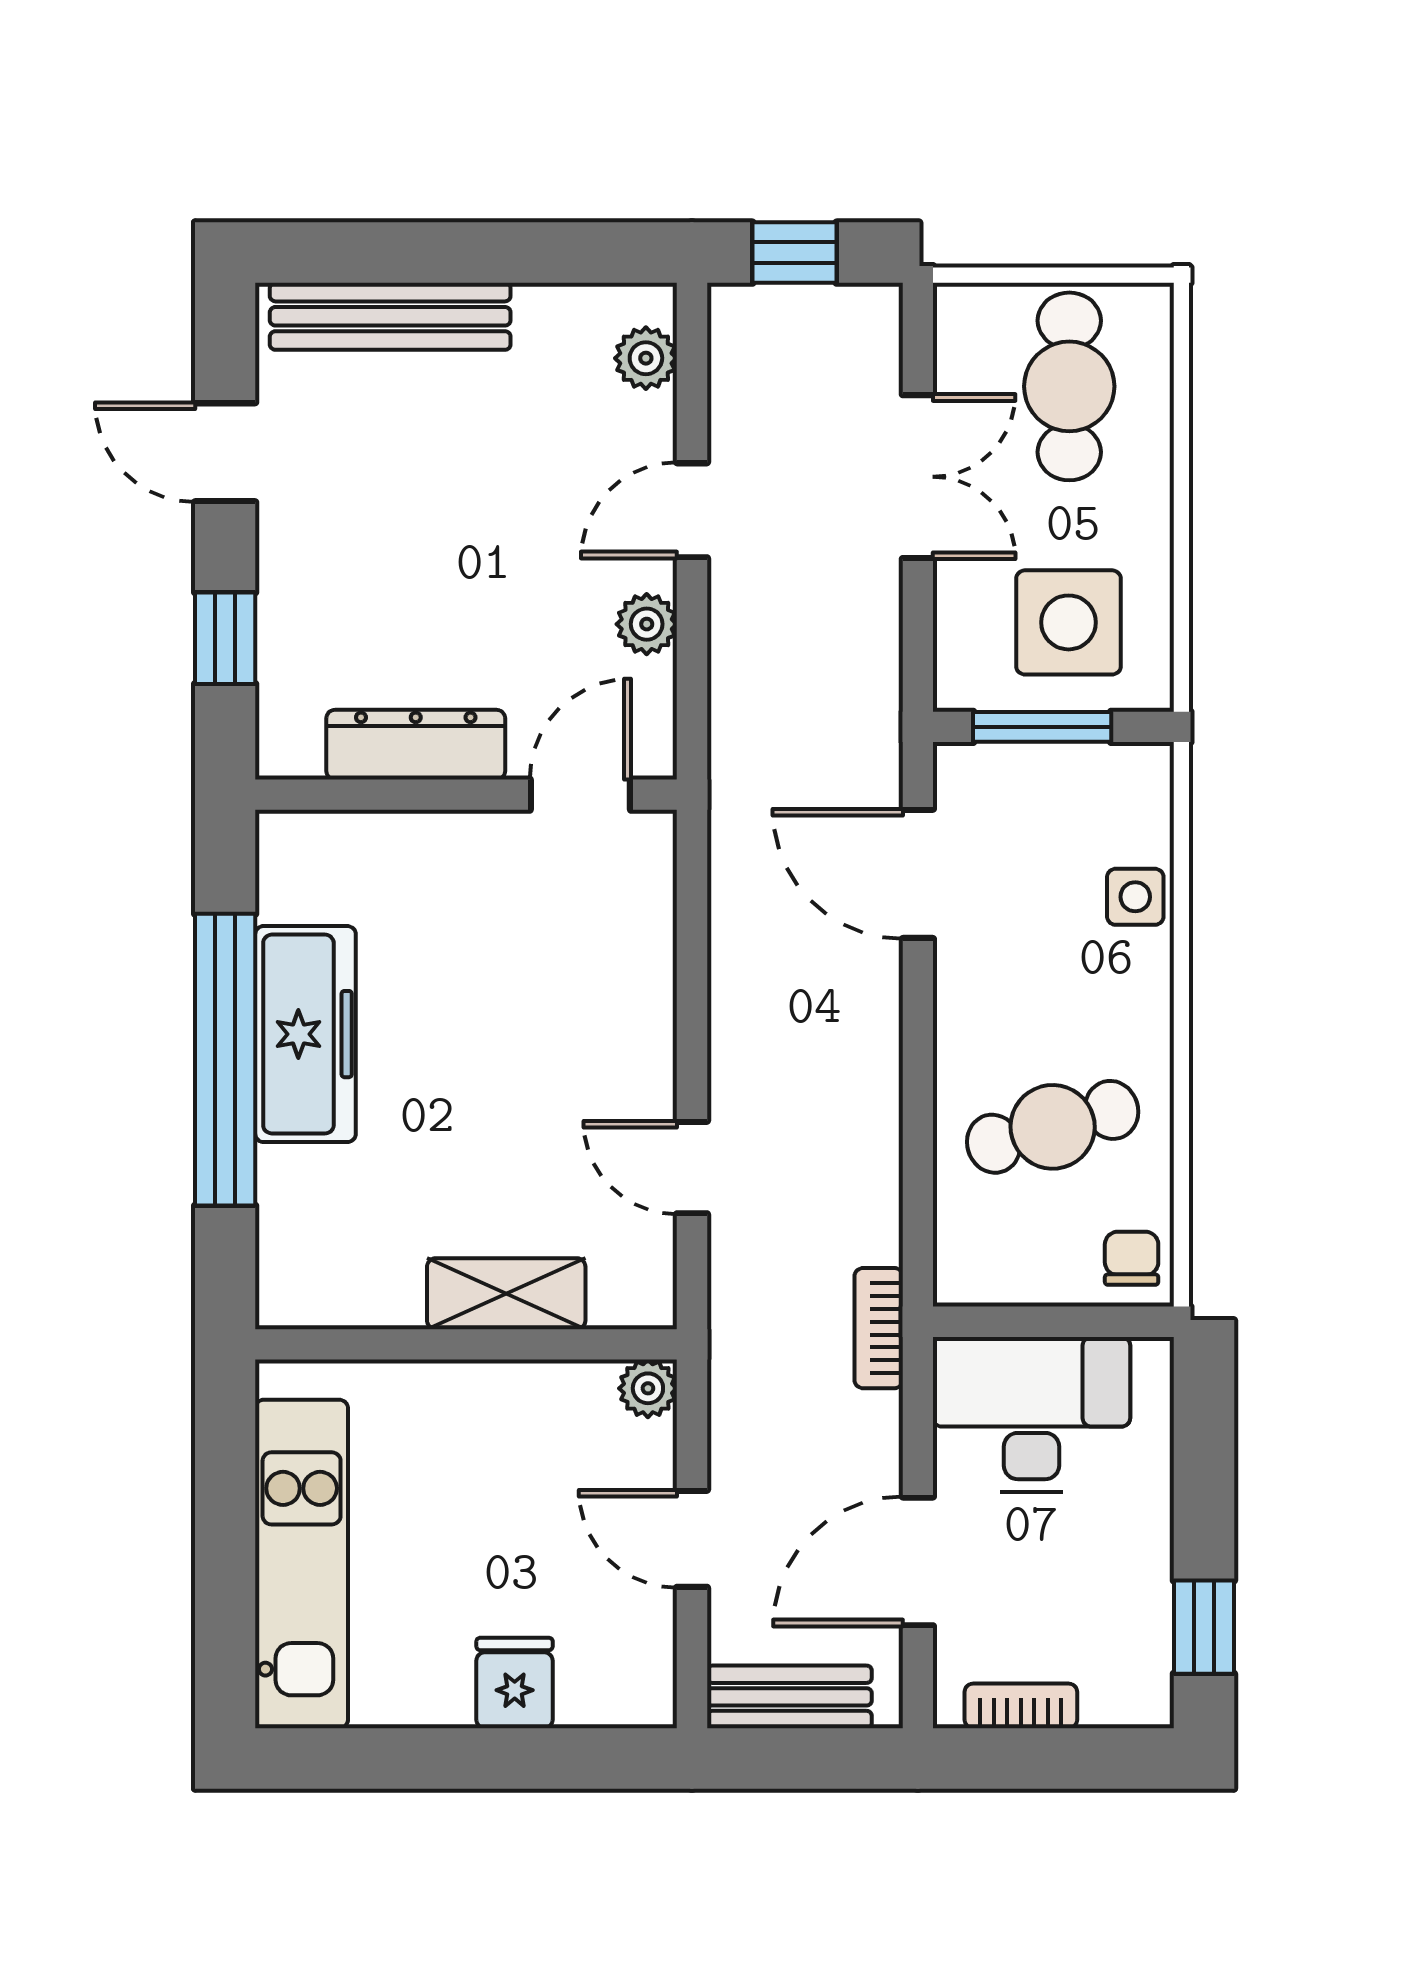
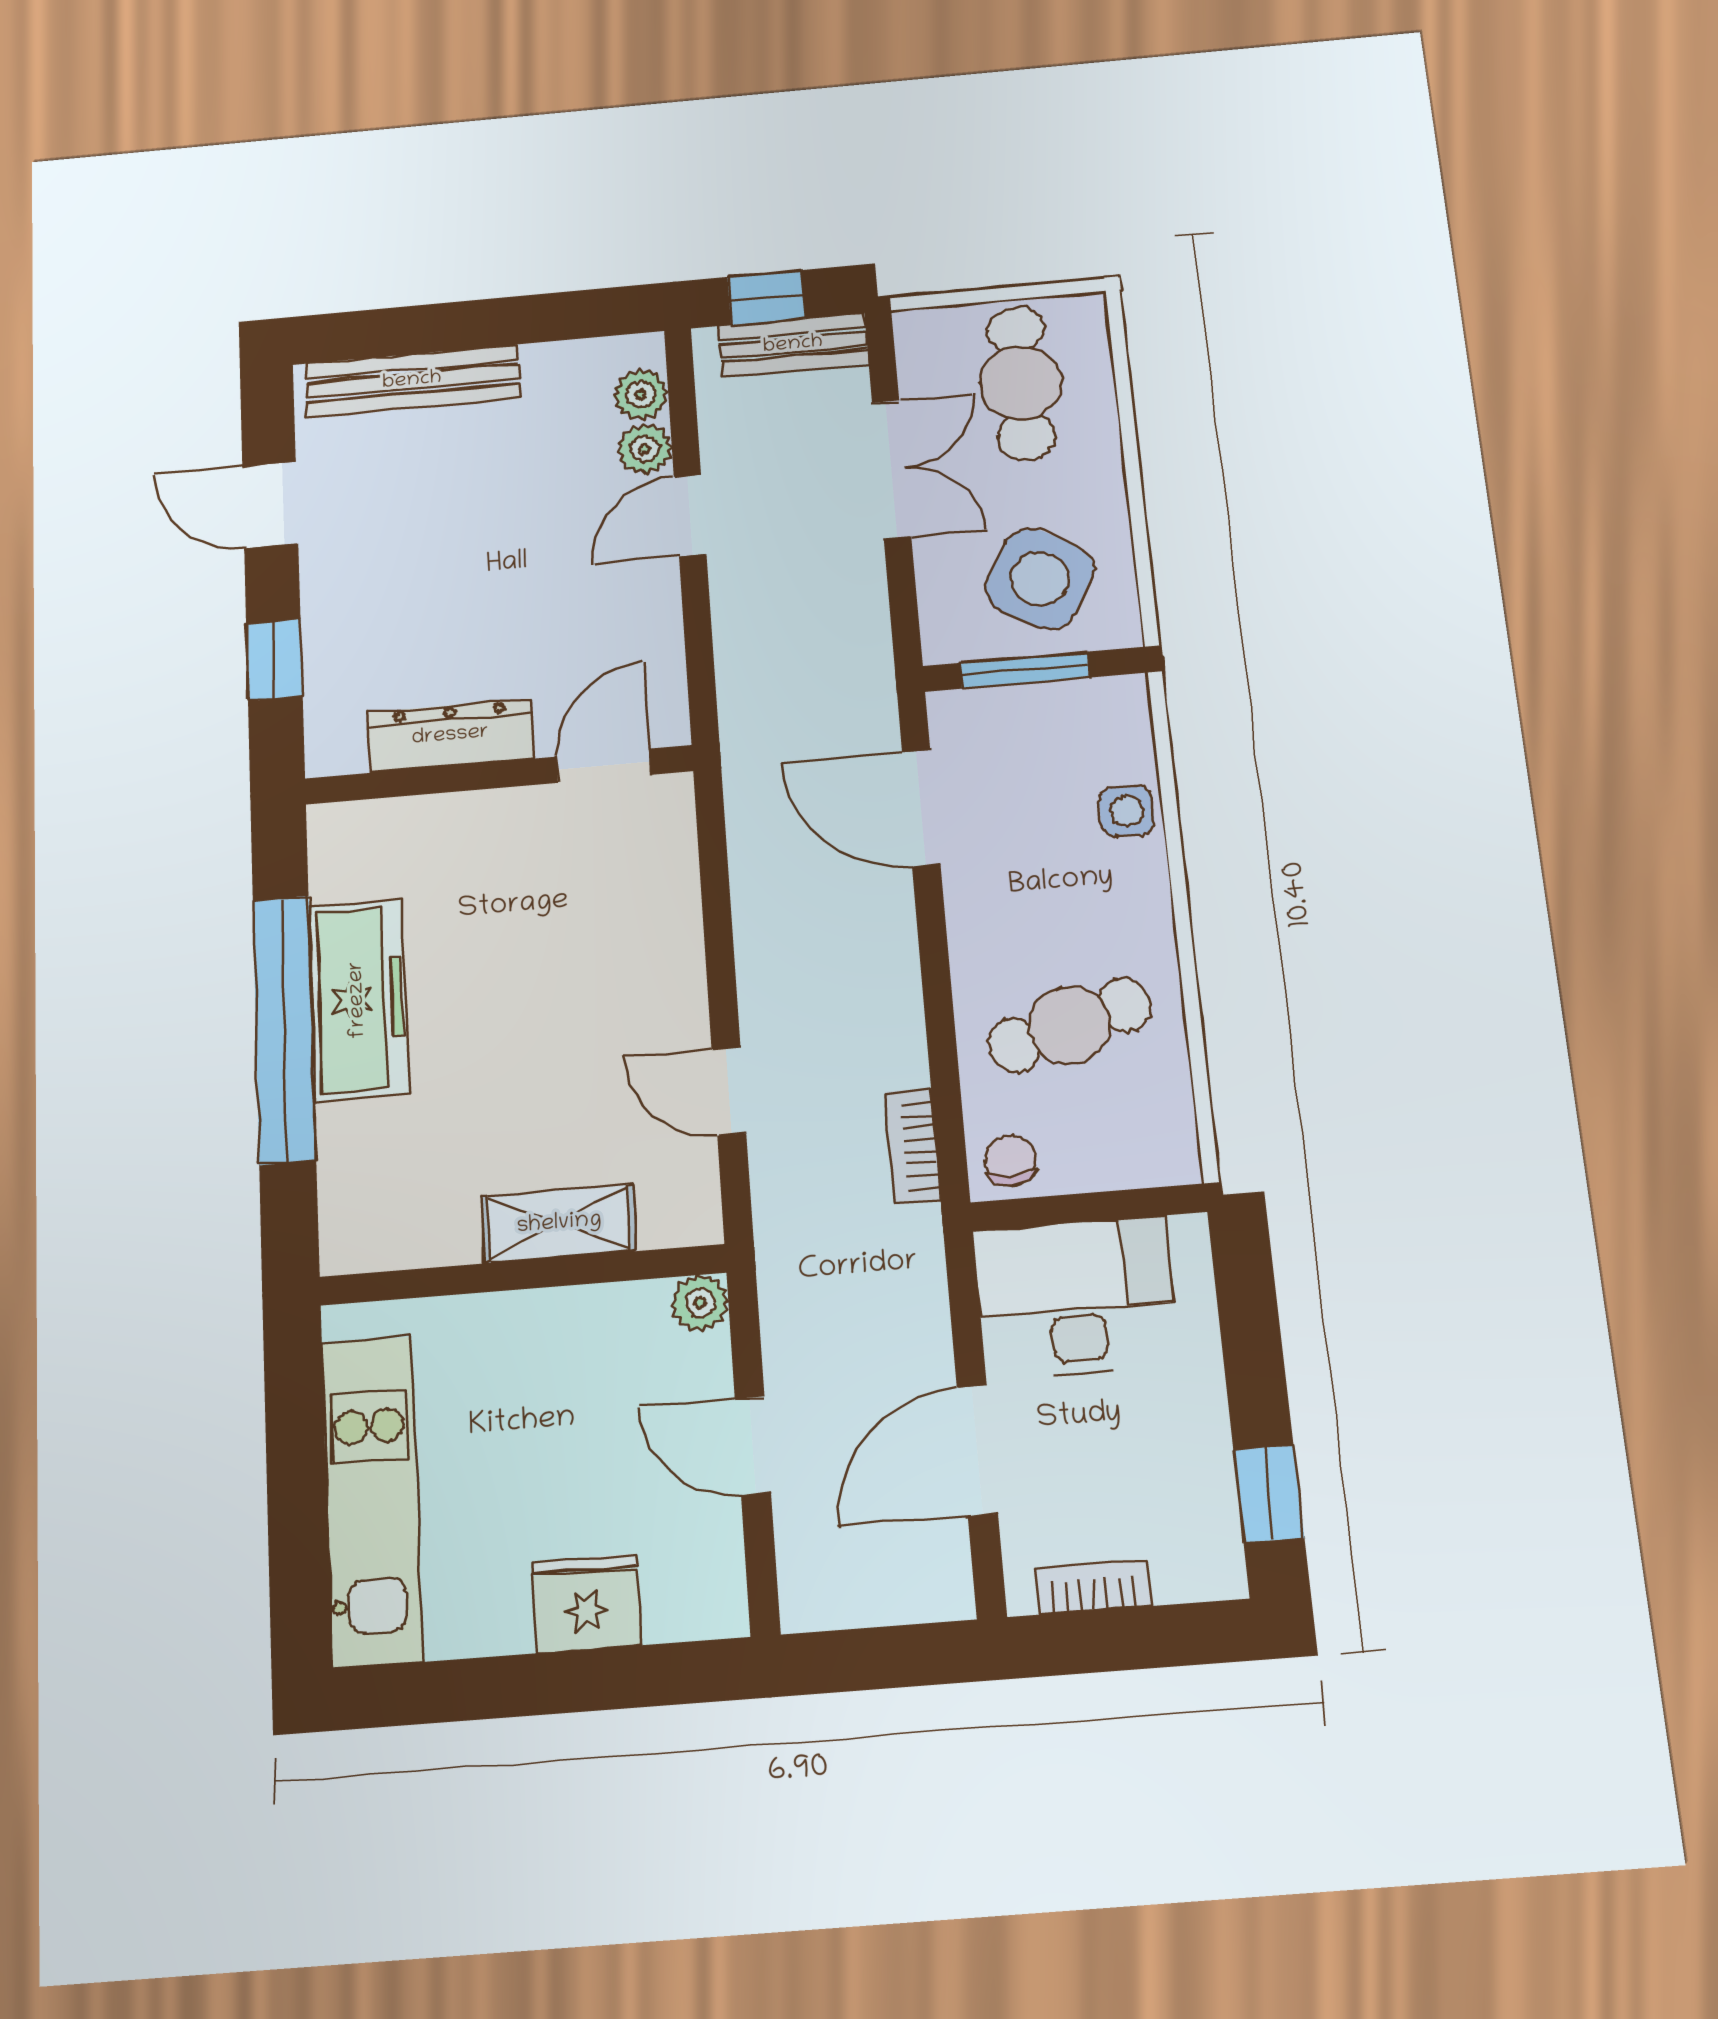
side table: (1069, 622) -> (1040, 579), turned 31
plant: (647, 624) -> (645, 449), moved
chair: (1132, 1258) -> (1011, 1160), moved
bookcase: (879, 1328) -> (913, 1146), moved
fridge: (515, 1683) -> (586, 1603), width x1.38
bench: (789, 1697) -> (793, 345), moved

